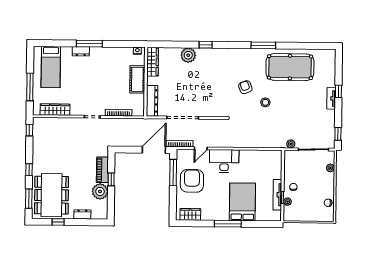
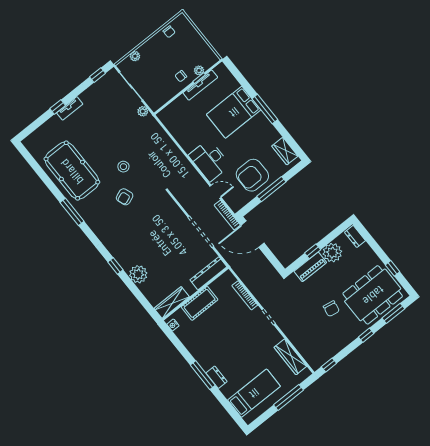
chair: (64, 161) -> (331, 309), added
window: (173, 173) -> (271, 189), moved
dresser: (82, 214) -> (355, 236), moved

